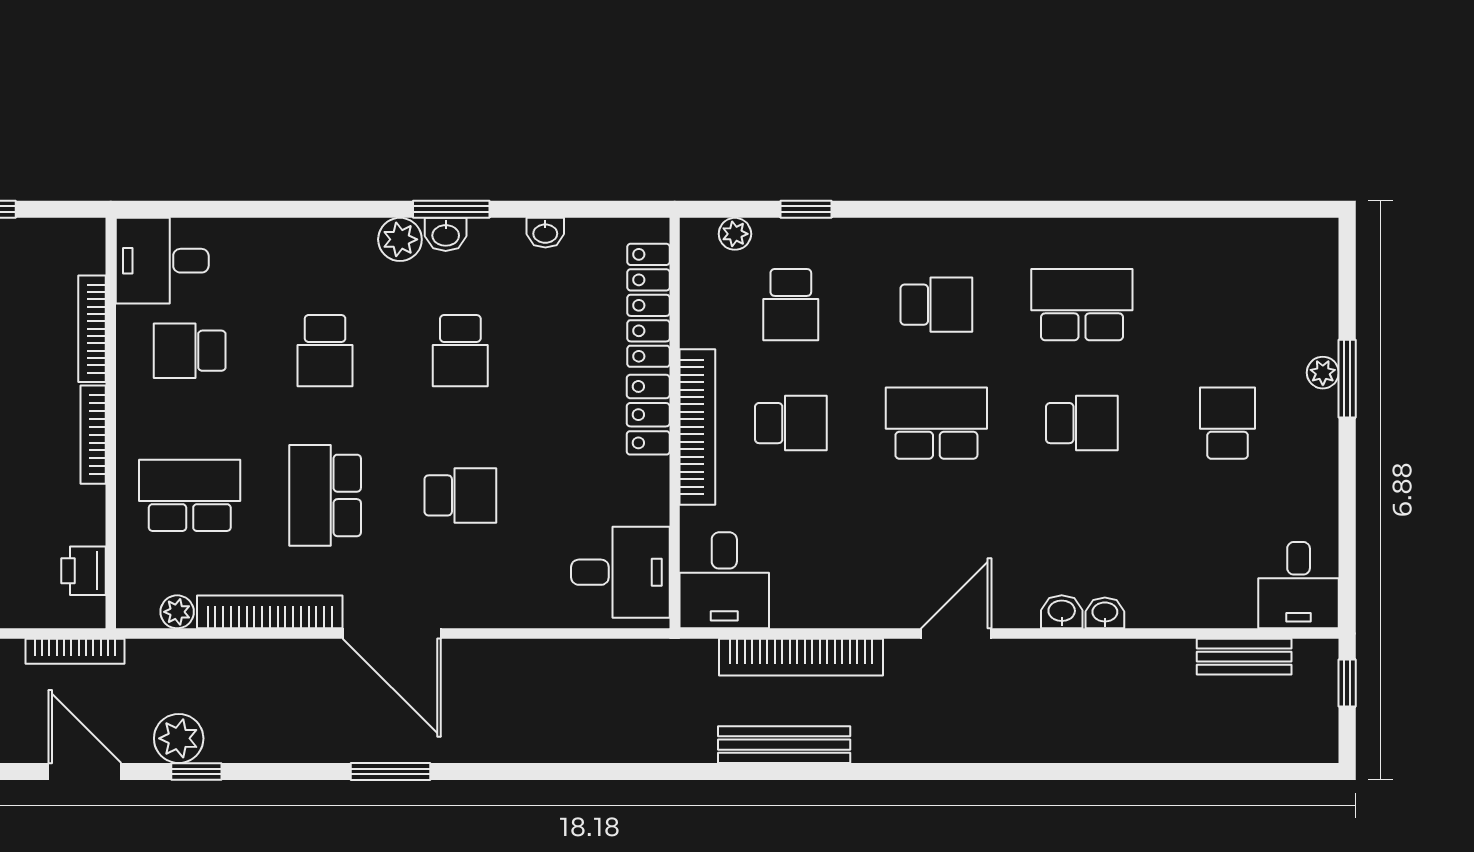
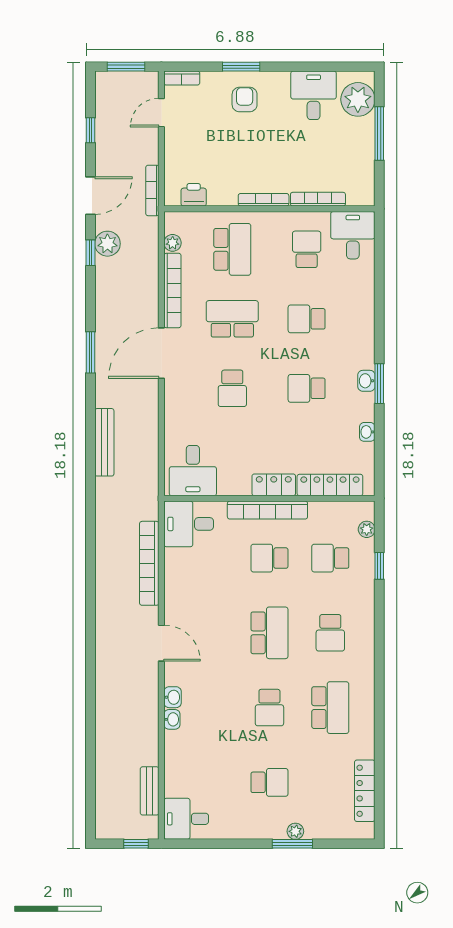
locker: (1244, 238) -> (365, 791), added
plant: (400, 239) -> (364, 357), removed
school desk: (791, 423) -> (269, 558), turned 90
bench: (784, 745) -> (104, 442), moved

